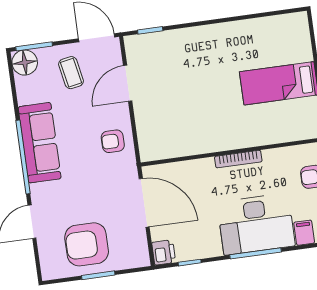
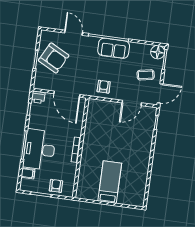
door: (128, 83) -> (132, 103), swing flipped
sofa: (40, 143) -> (114, 48), width x0.73
door: (144, 203) -> (67, 94), hinge flipped
armchair: (87, 244) -> (54, 58), turned 118

